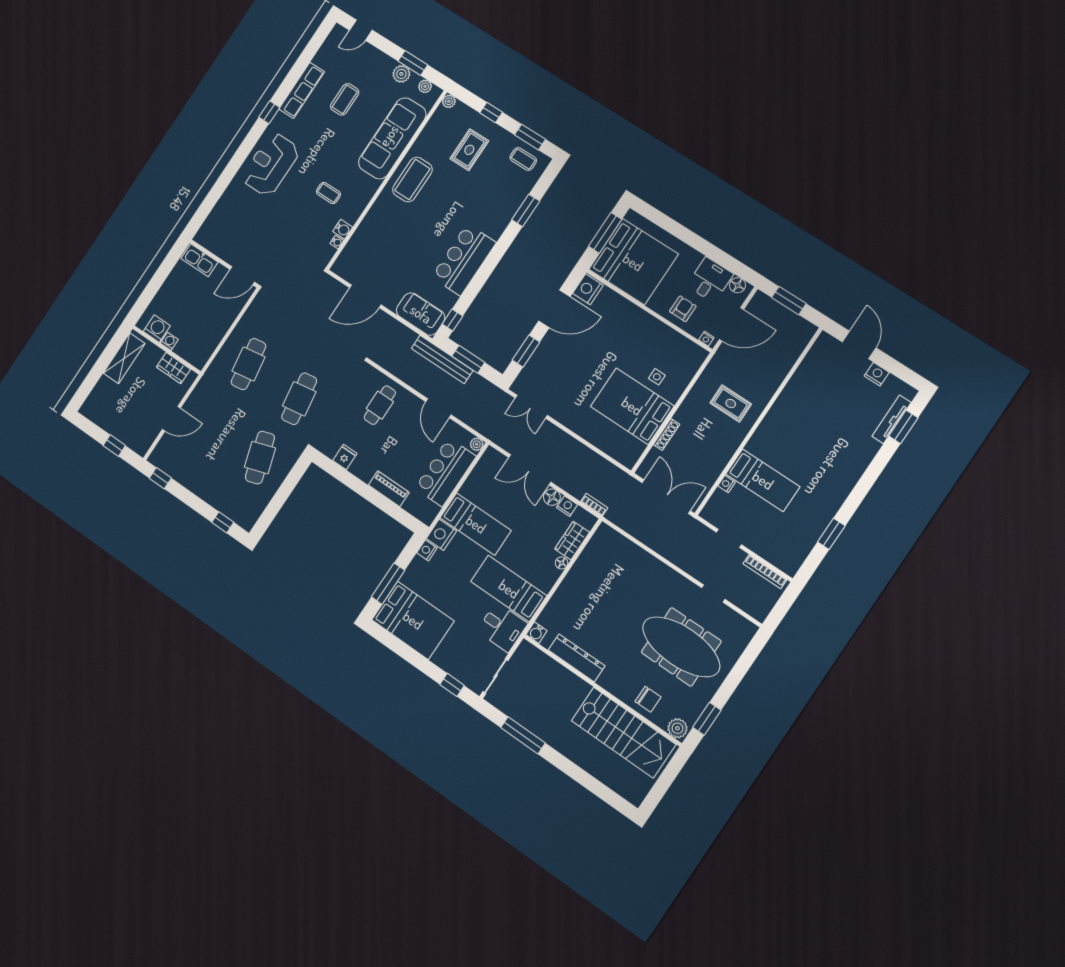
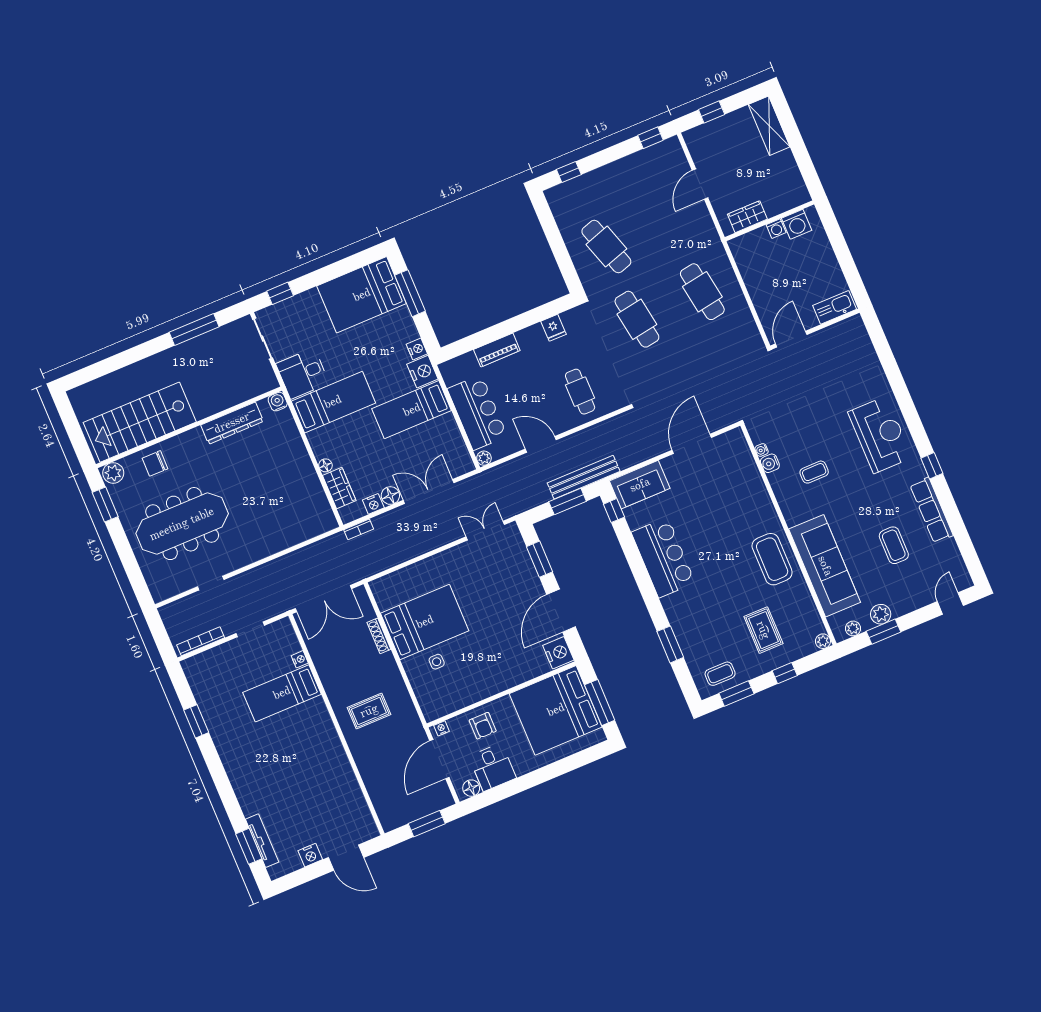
shelving: (124, 358) -> (769, 126), moved

